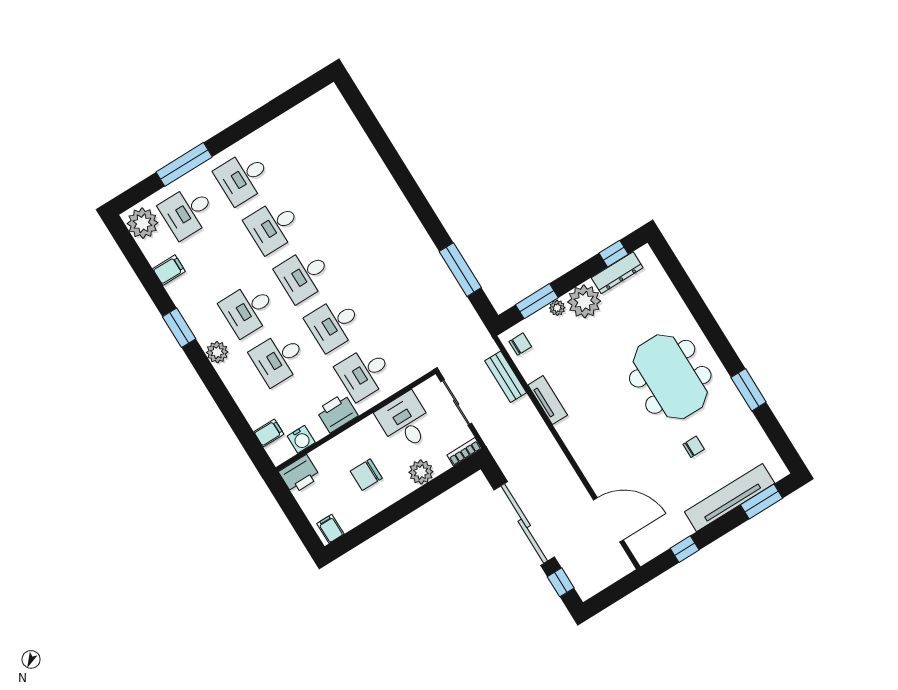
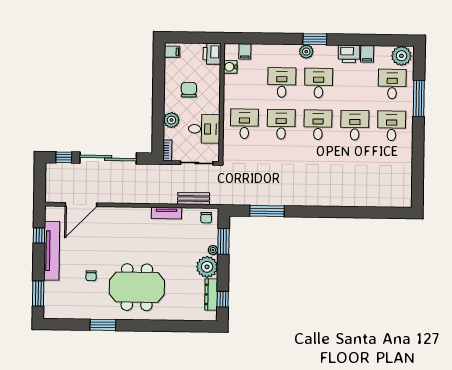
window: (179, 328) -> (315, 39), moved
printer: (337, 413) -> (349, 54), moved, turned 90
tv unit: (730, 498) -> (52, 251), moved

